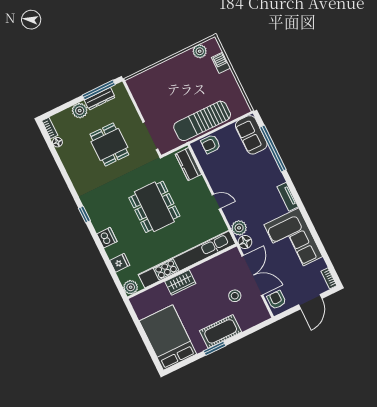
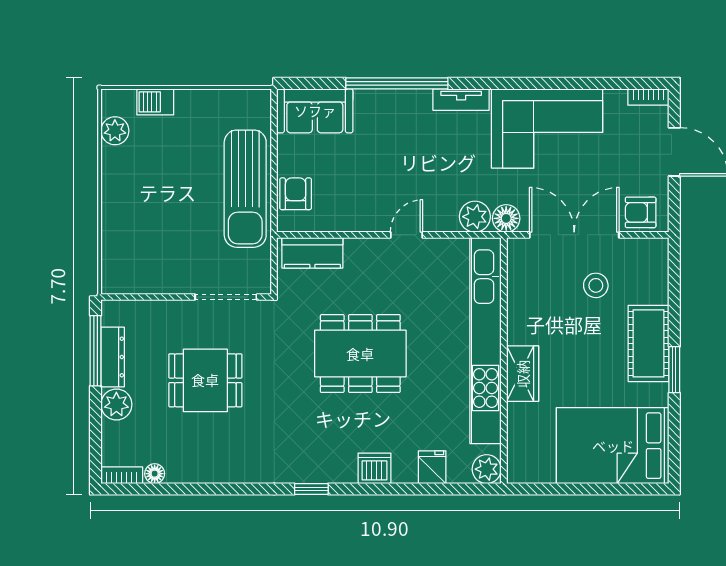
armchair: (211, 144) -> (296, 194), turned 180
window: (273, 149) -> (397, 83), moved

